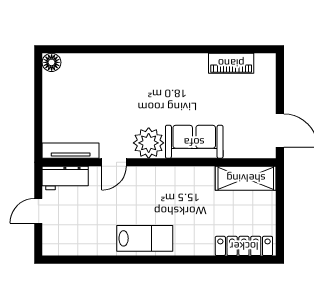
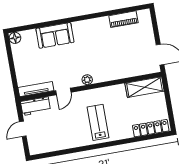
sofa: (194, 142) -> (55, 35), moved, turned 180
plant: (149, 143) -> (87, 80), width x0.53, depth x0.53
lab bench: (145, 238) -> (98, 122), moved, turned -90

